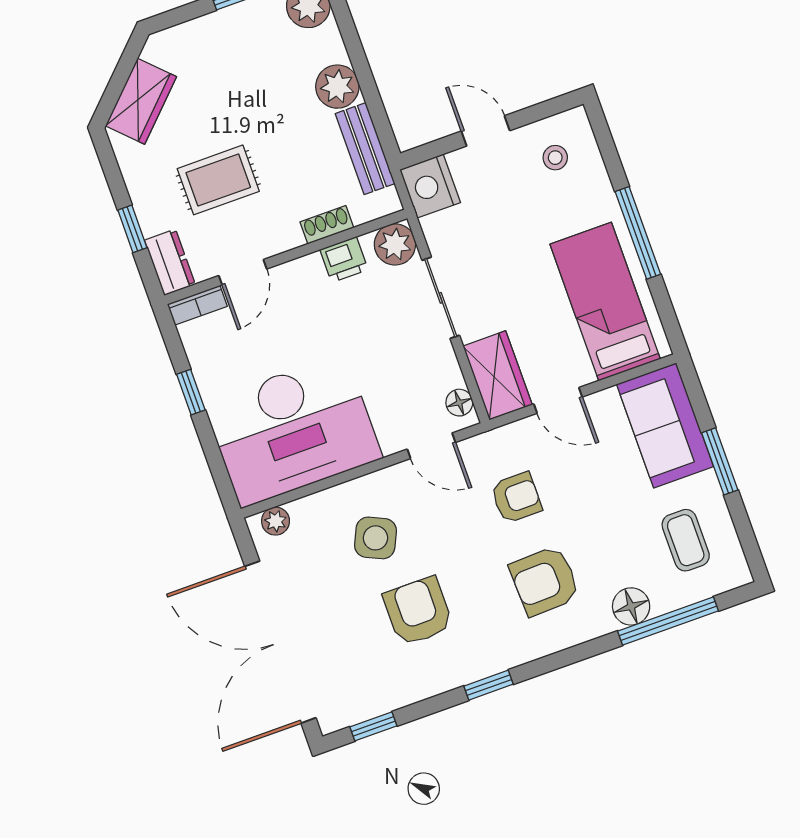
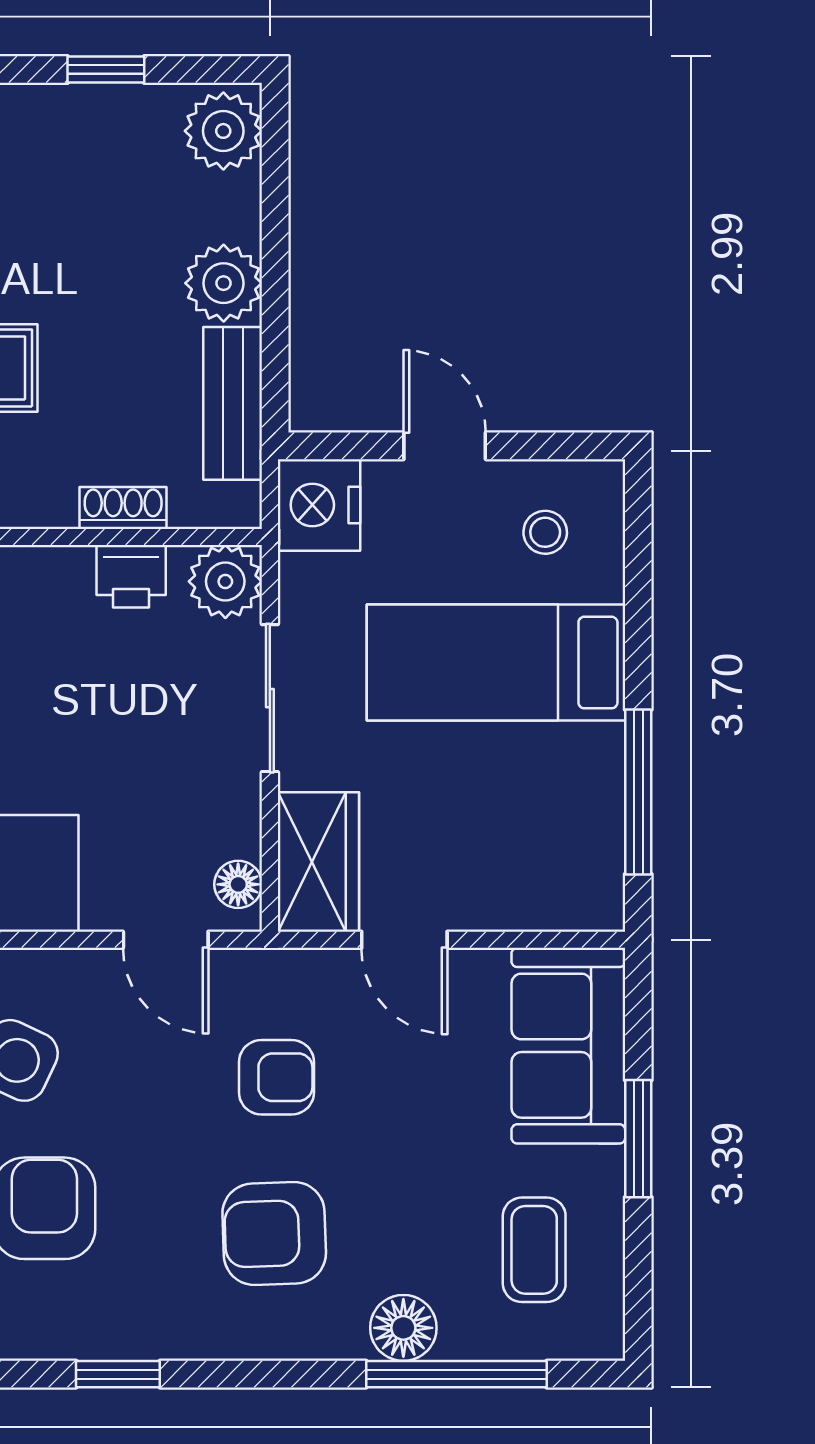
window: (638, 233) -> (638, 792), moved
bed: (605, 302) -> (496, 663), moved, turned -90

